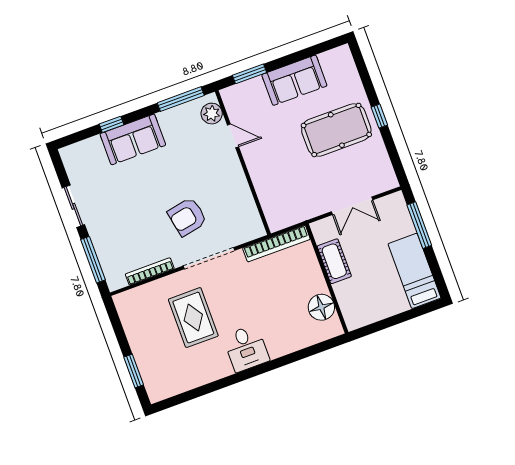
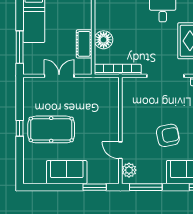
armchair: (187, 217) -> (168, 135), moved
floor lamp: (321, 307) -> (104, 40), moved

